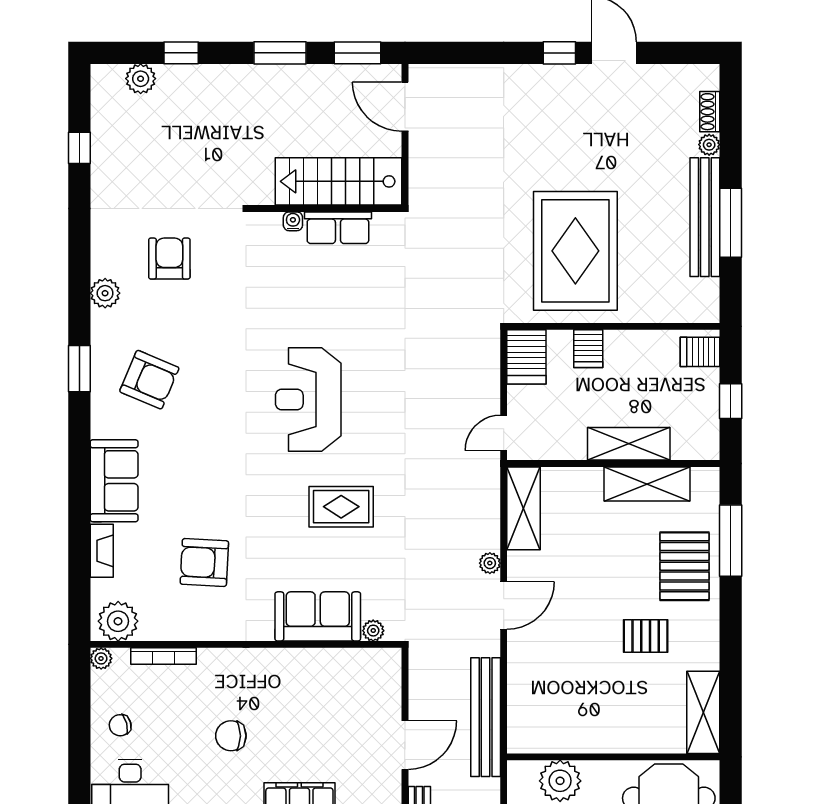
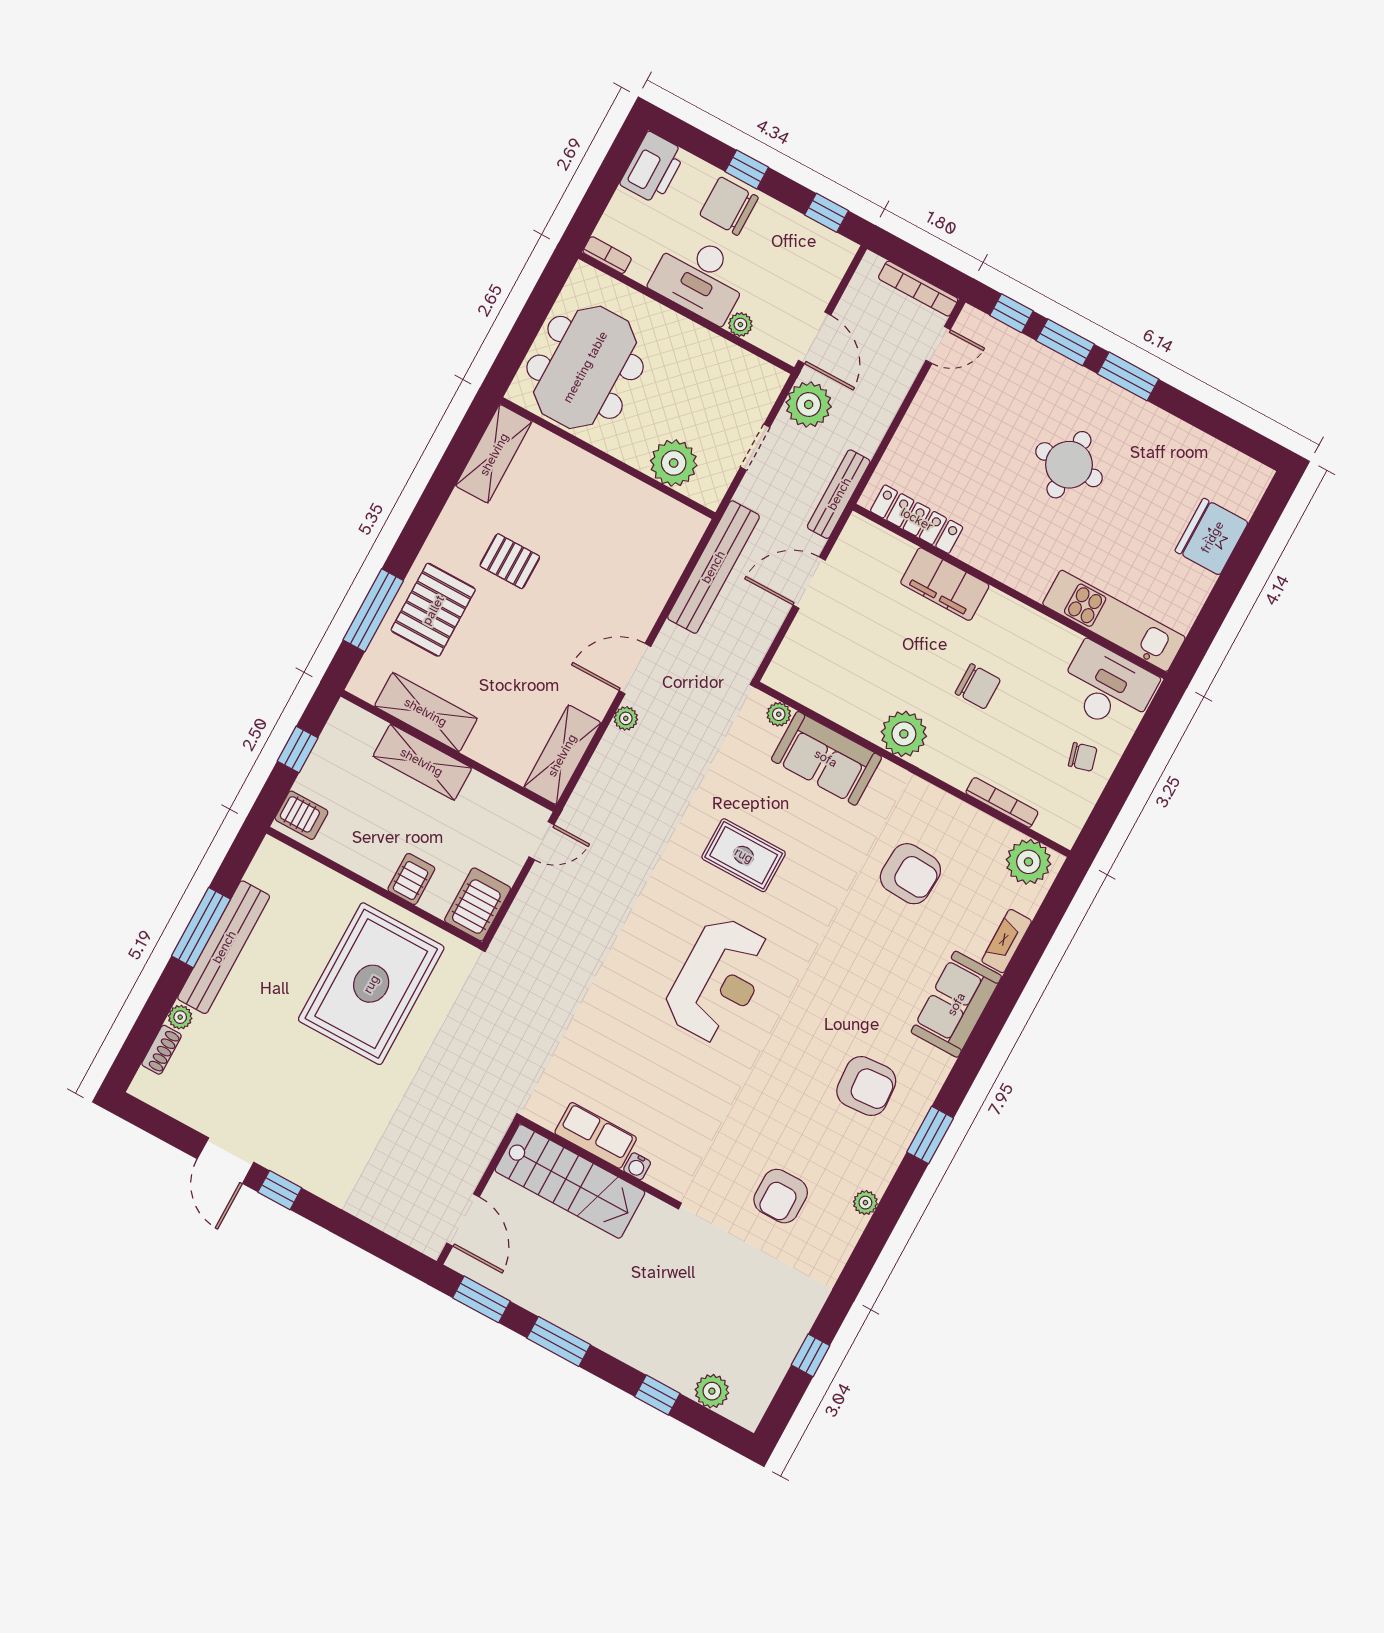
plant: (105, 293) -> (865, 1203), width x0.73, depth x0.73
armchair: (149, 380) -> (866, 1086), turned 153
plant: (101, 658) -> (904, 734), moved, width x1.88, depth x1.88

